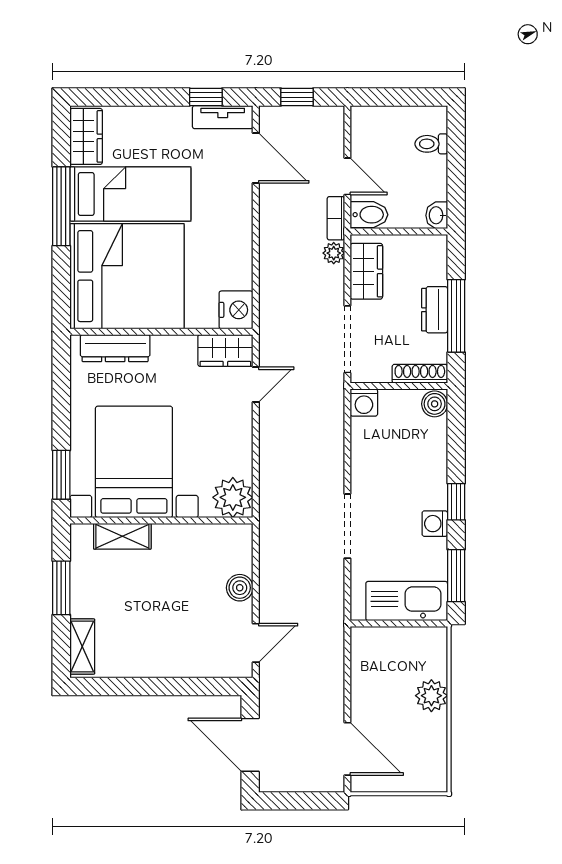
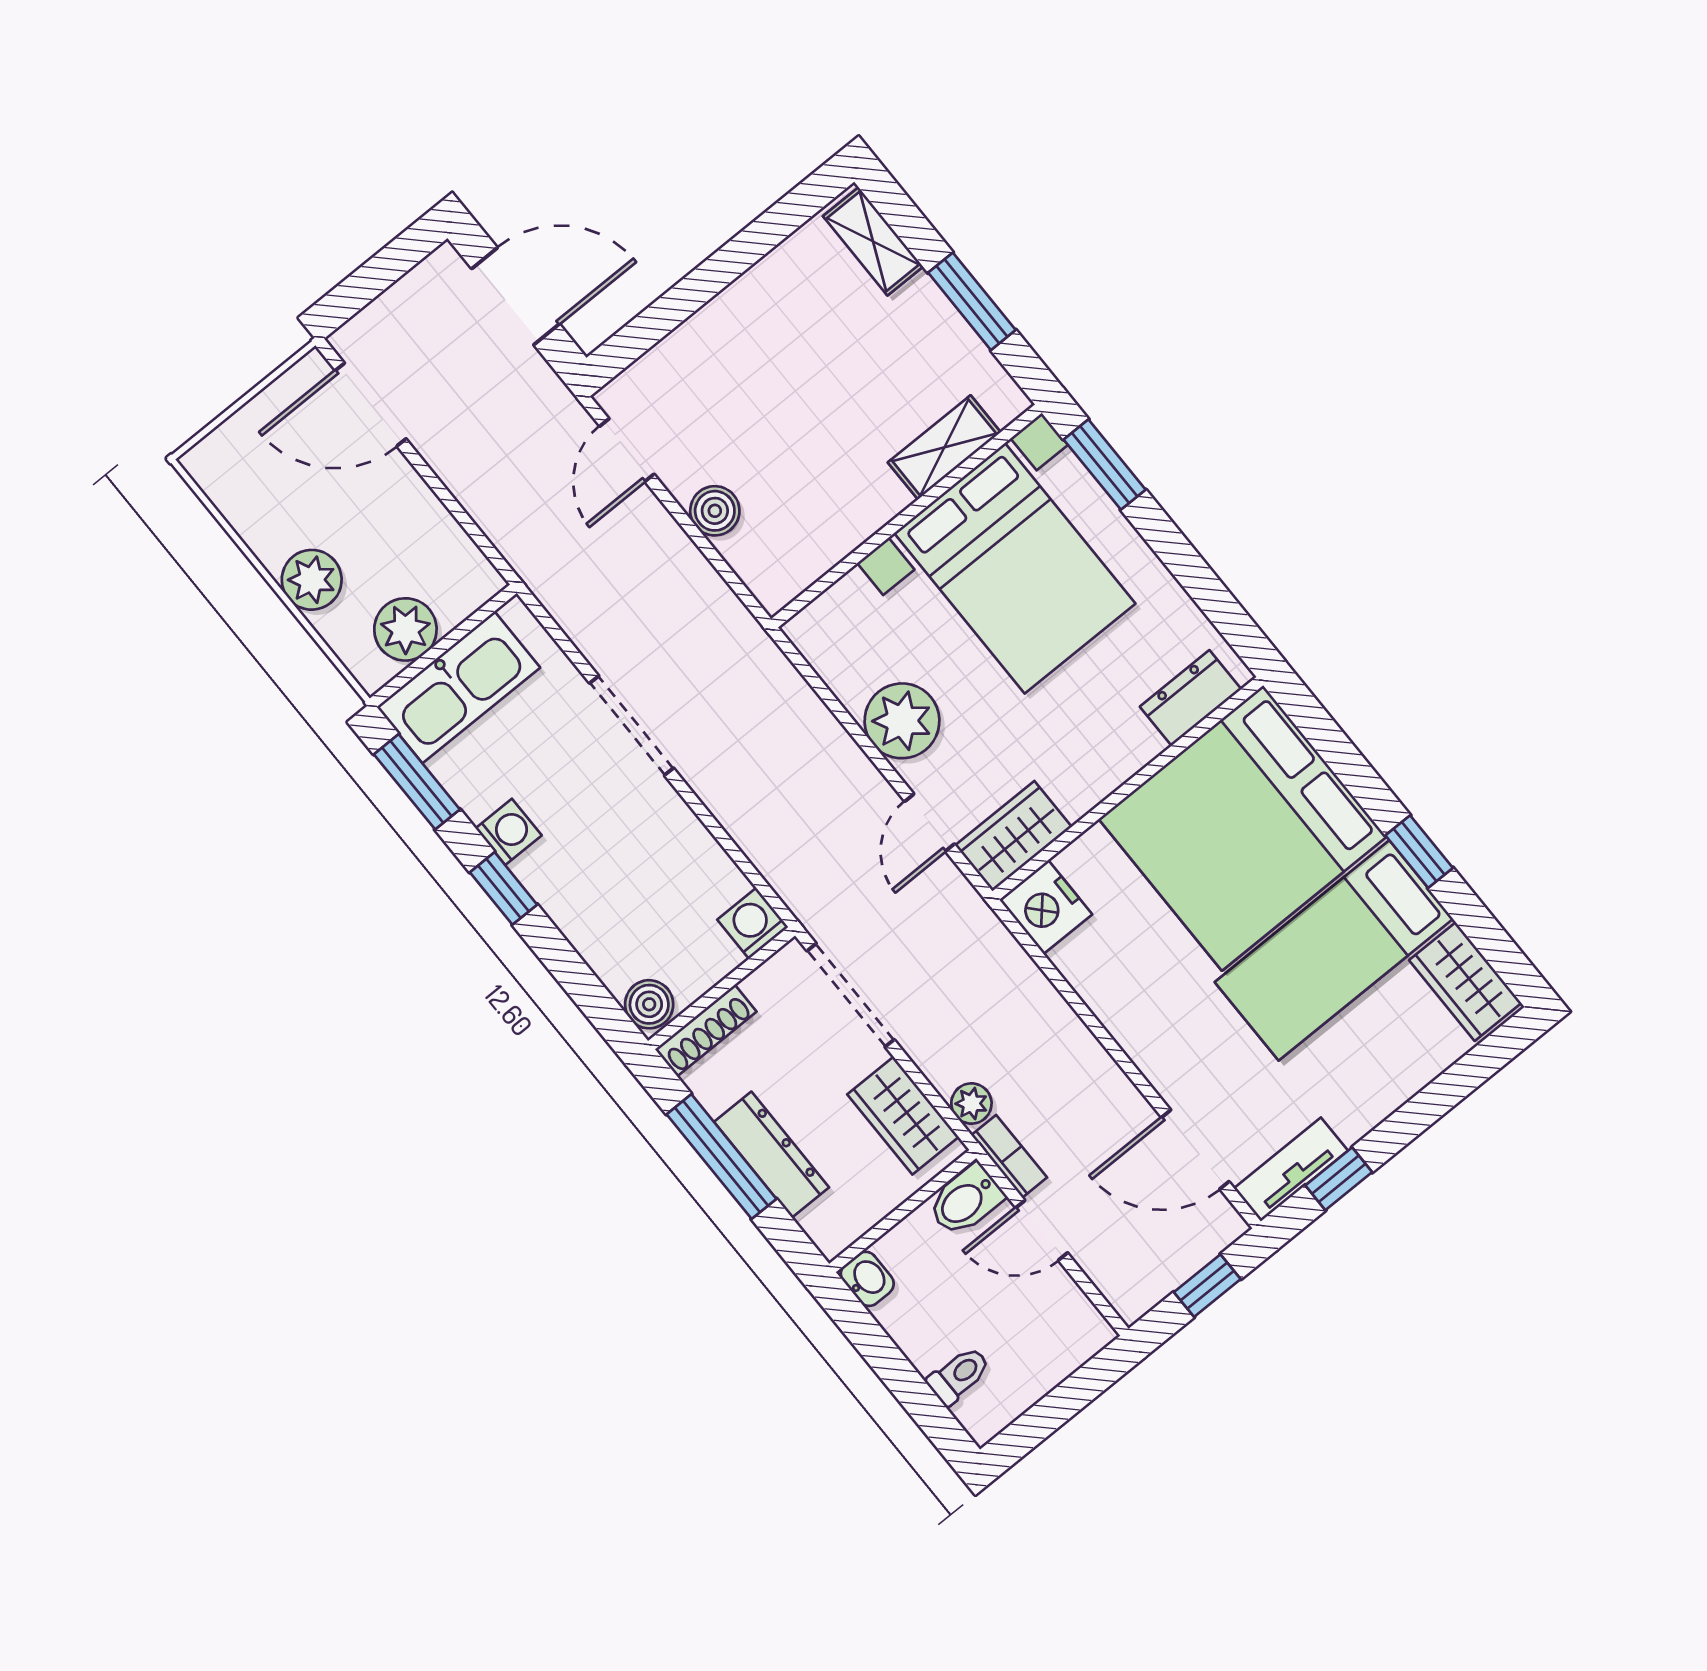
window: (61, 206) -> (1419, 852), width x0.46
dresser: (435, 310) -> (772, 1155), width x1.44
dresser: (115, 348) -> (1191, 698), width x0.70
plant: (233, 497) -> (902, 721), moved
plant: (409, 643) -> (405, 629), added

